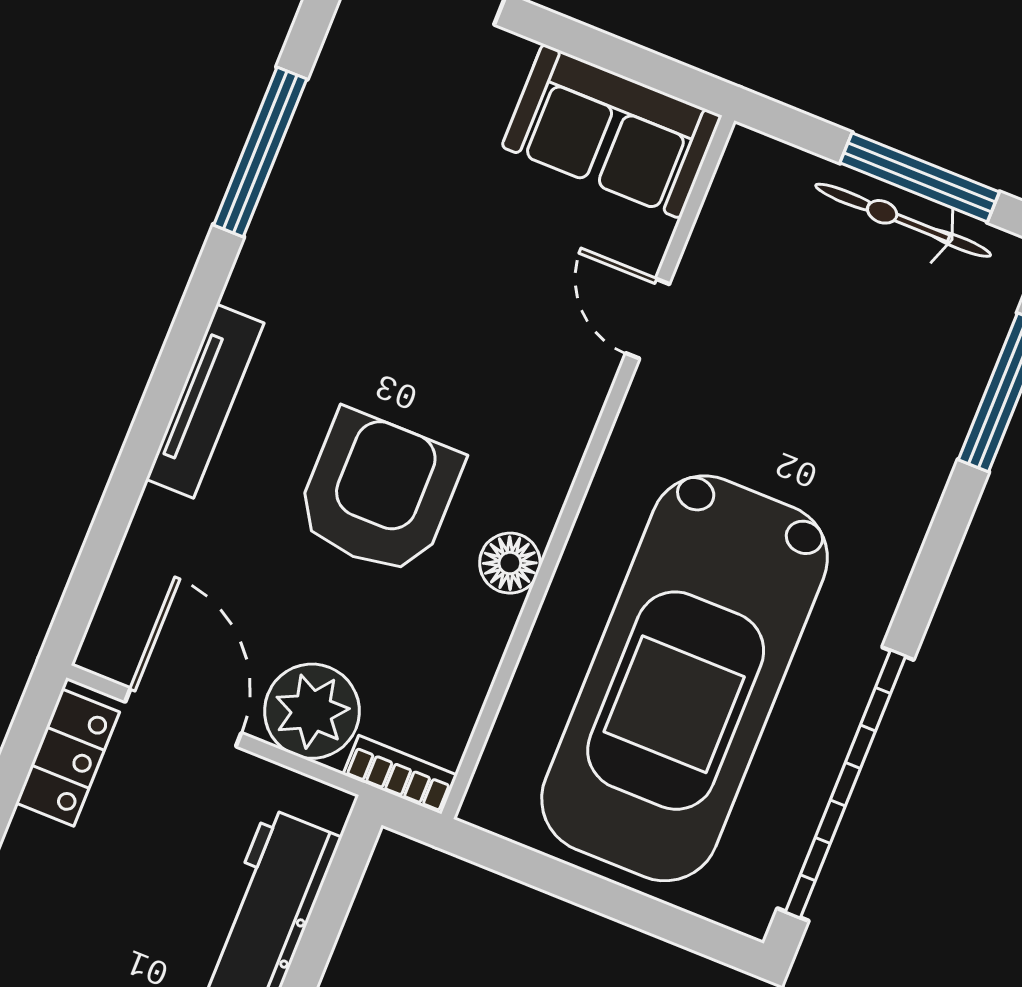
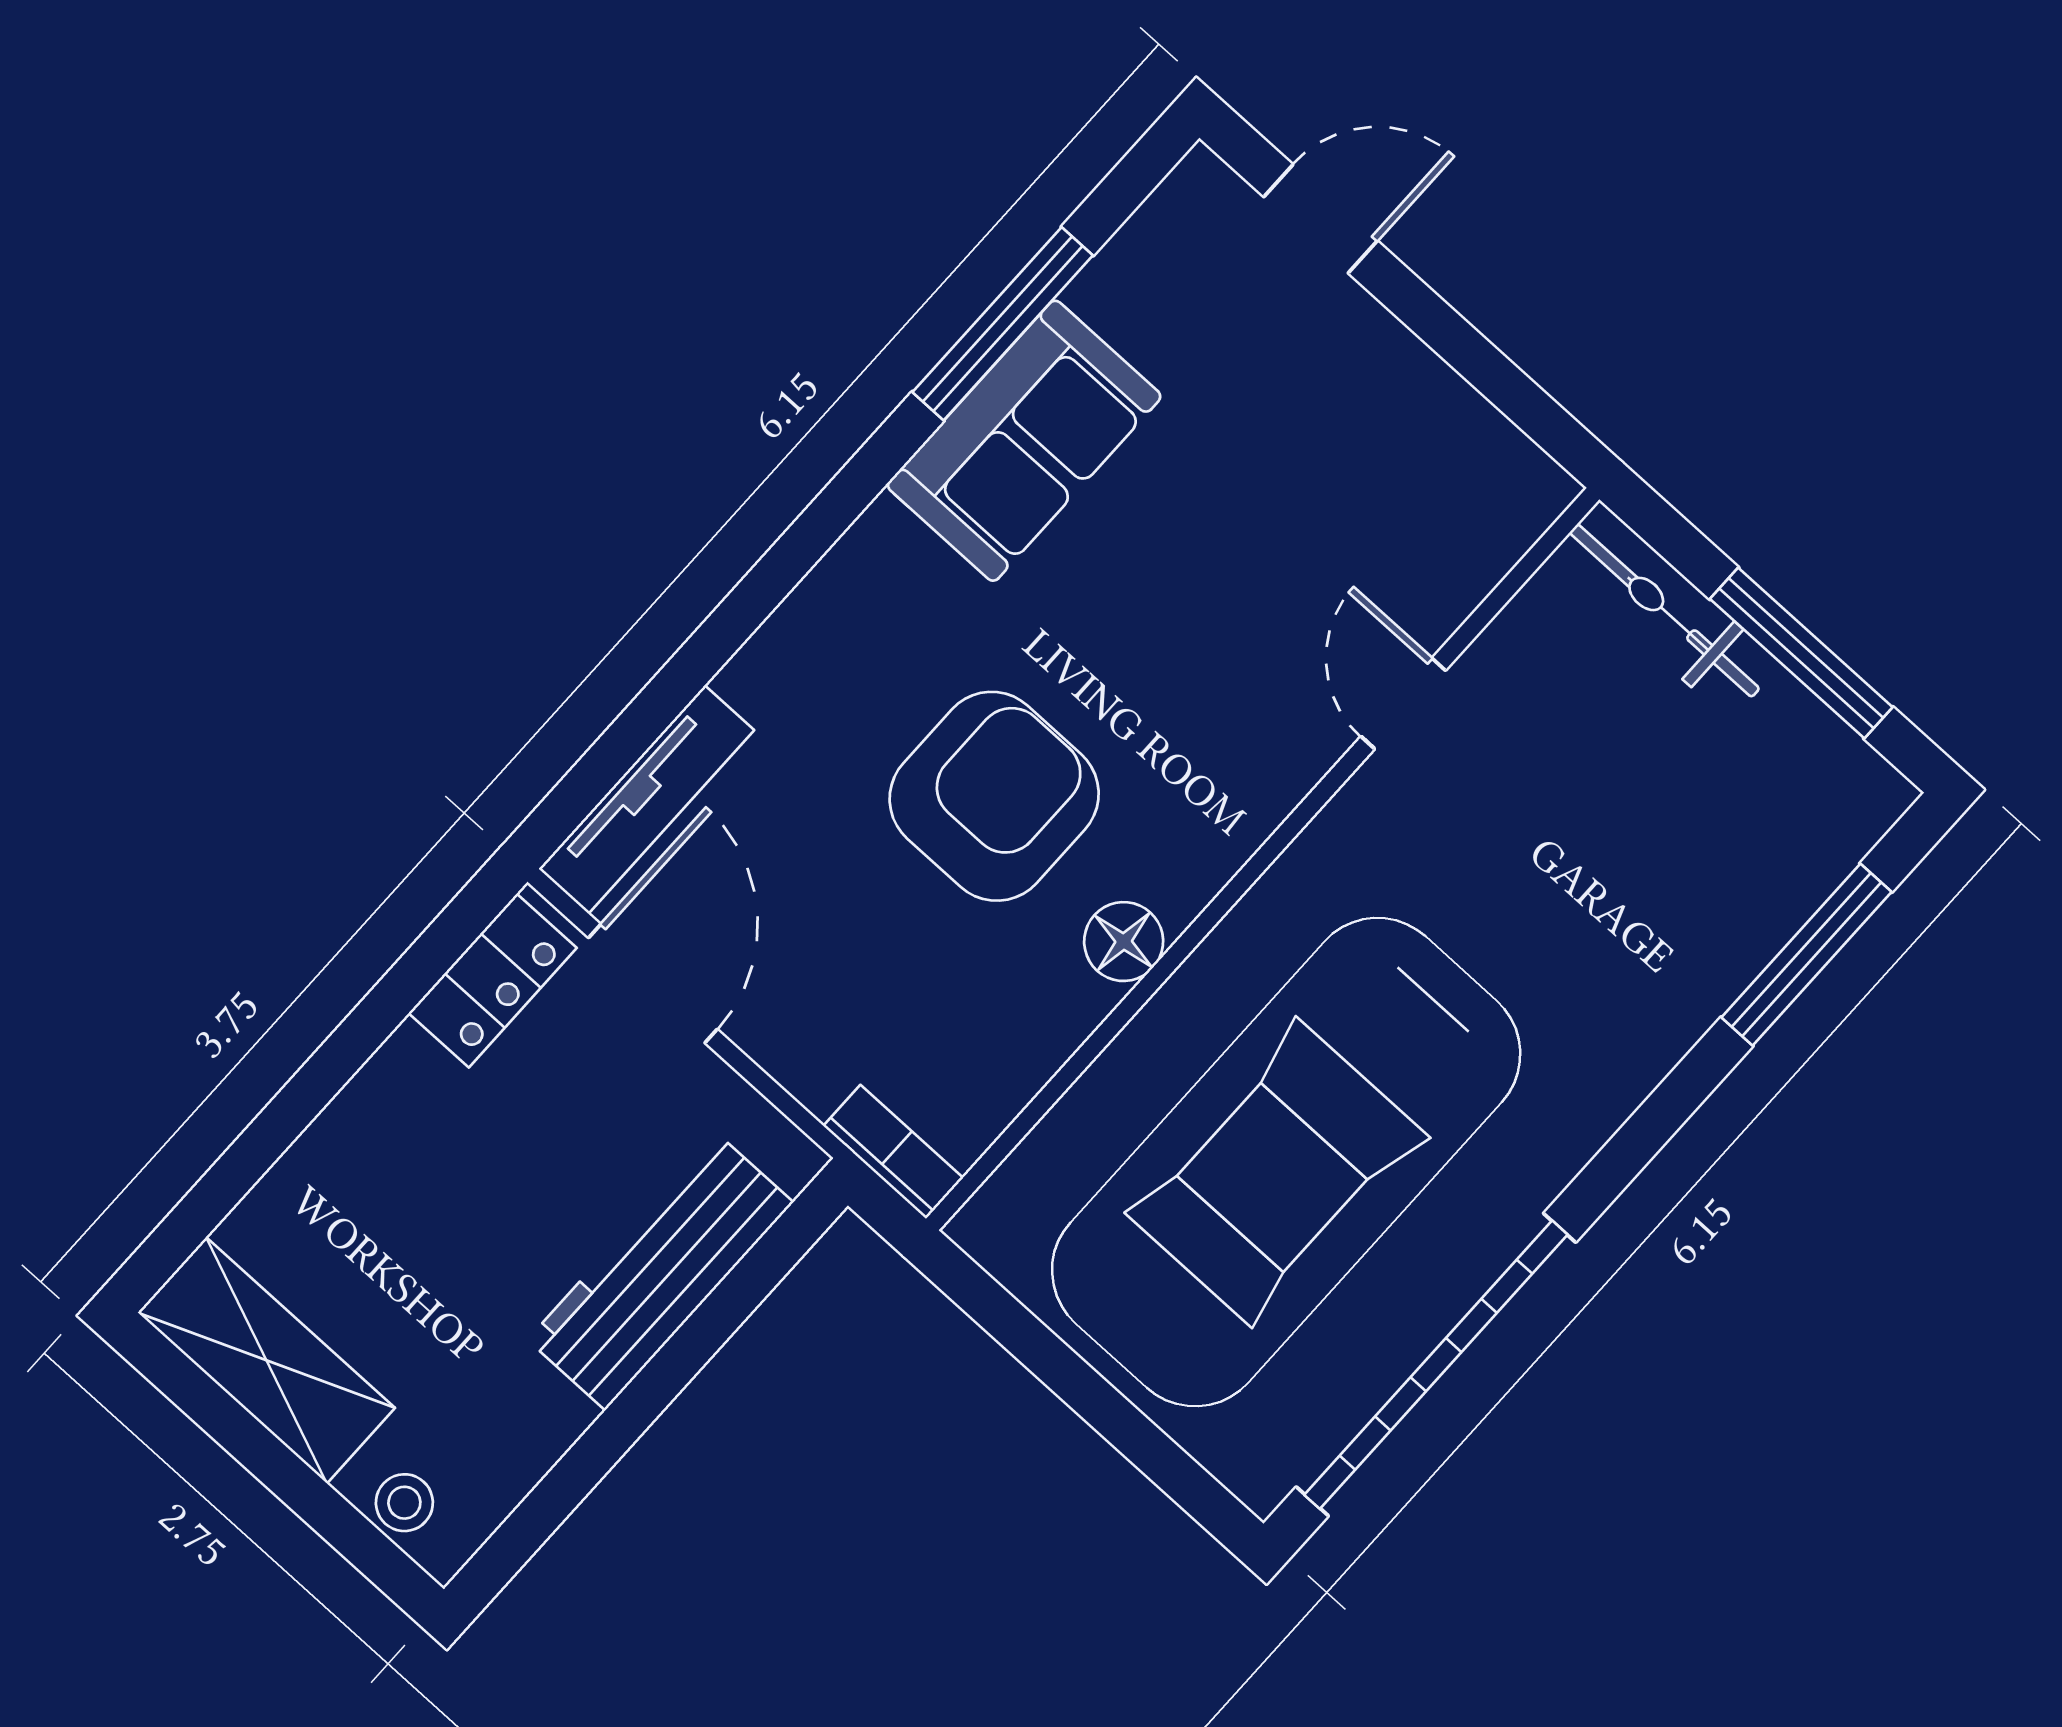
sofa: (612, 131) -> (1024, 441), moved, turned -90
bicycle: (903, 220) -> (1665, 610), moved
tv unit: (205, 401) -> (646, 800), moved
plant: (312, 711) -> (814, 1034), removed

